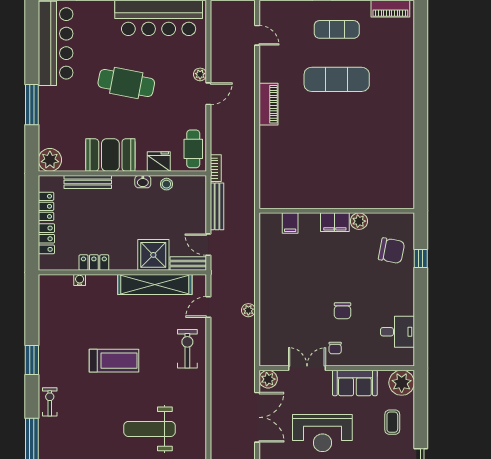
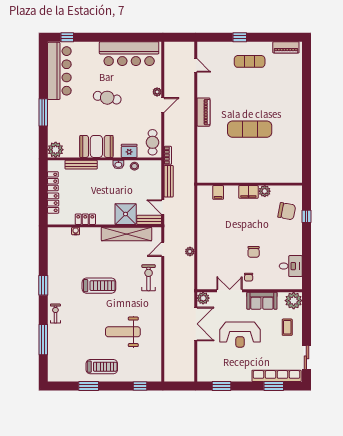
exercise mat: (337, 79) -> (250, 129), moved
cafe table: (126, 83) -> (107, 98), width x0.73, depth x0.74

